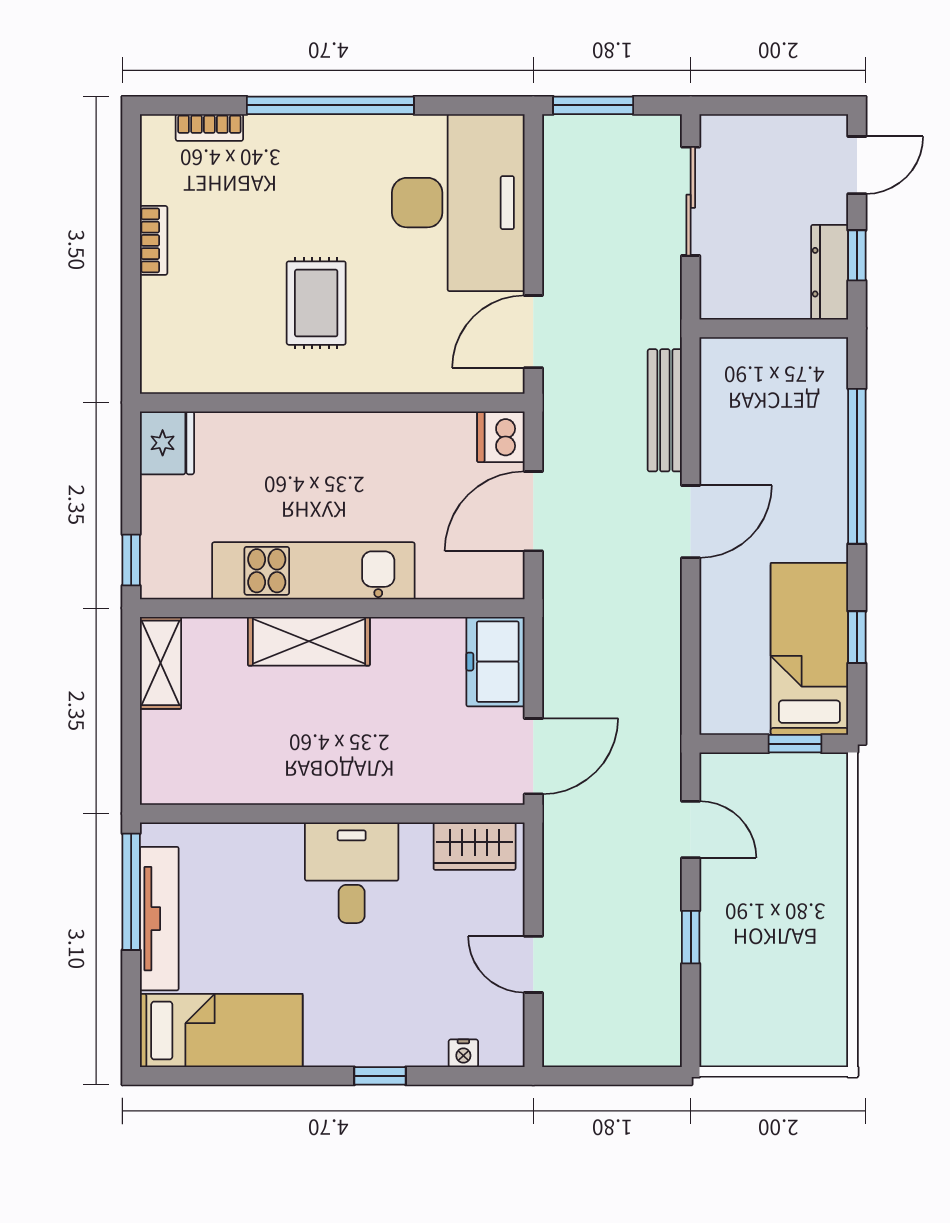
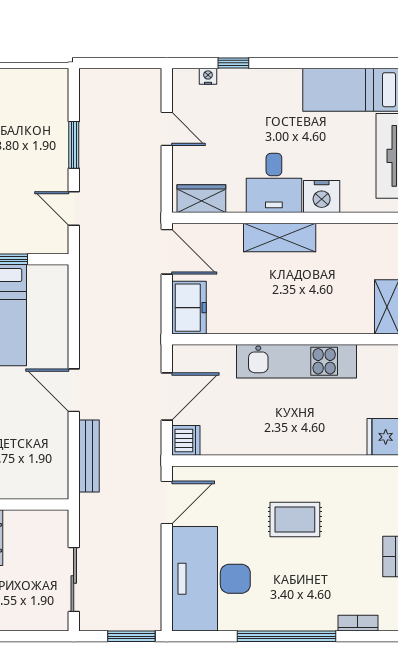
rug: (316, 303) -> (295, 519), turned 90
door: (691, 522) -> (74, 390), hinge flipped
shelving: (309, 641) -> (280, 237), moved
door: (533, 756) -> (167, 252), swing flipped
nightstand: (271, 850) -> (322, 197), added
window: (691, 937) -> (74, 145), width x1.50
window: (380, 1076) -> (233, 63), moved

